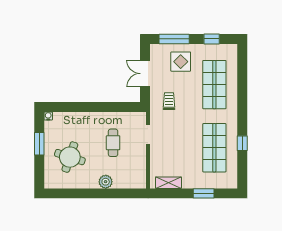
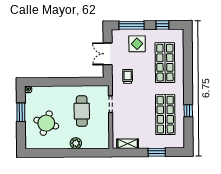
cafe table: (113, 143) -> (82, 111), width x1.37, depth x1.35

